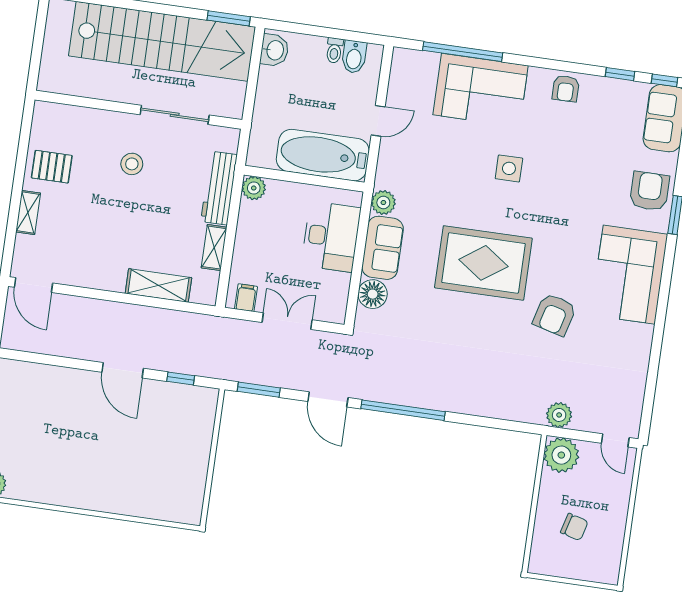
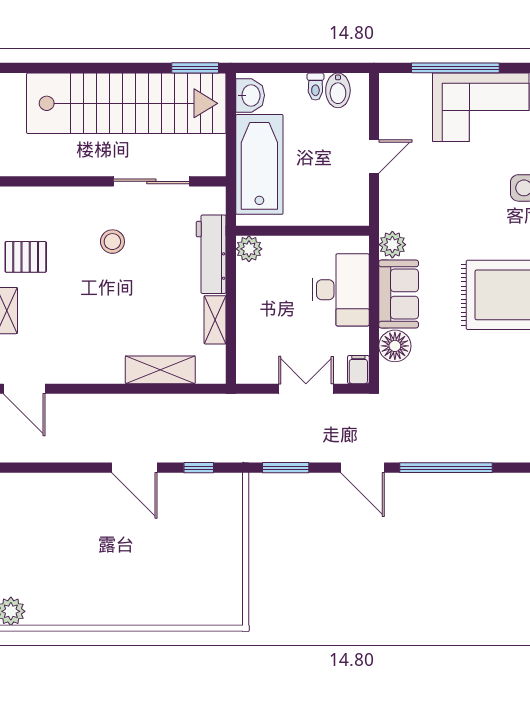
bathtub: (323, 155) -> (259, 164), moved, turned 90
filing cabinet: (246, 298) -> (358, 370), moved

